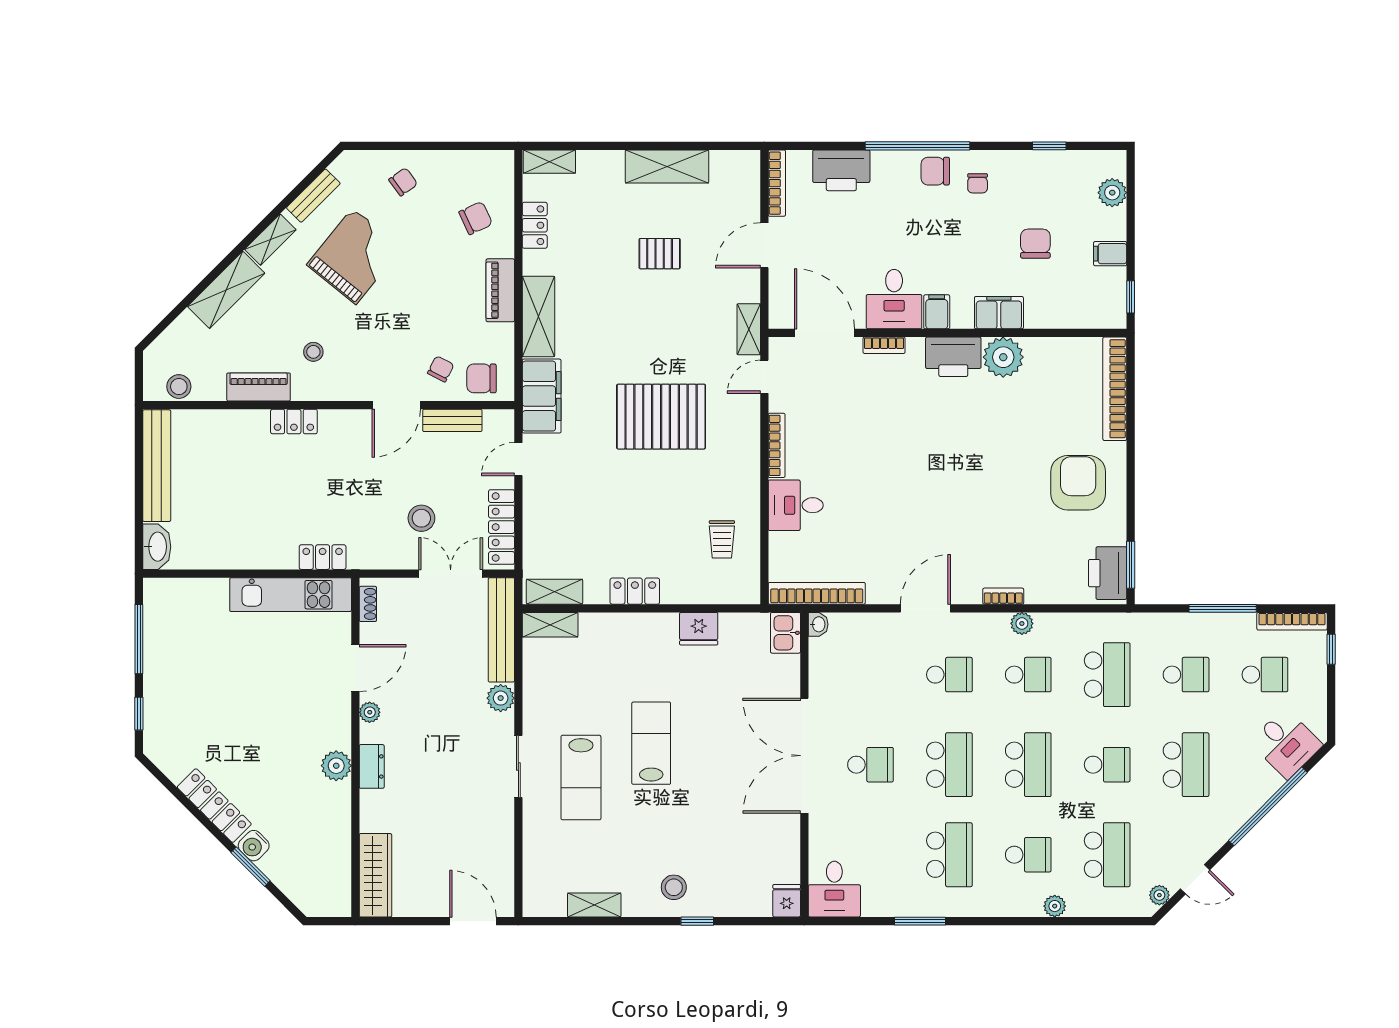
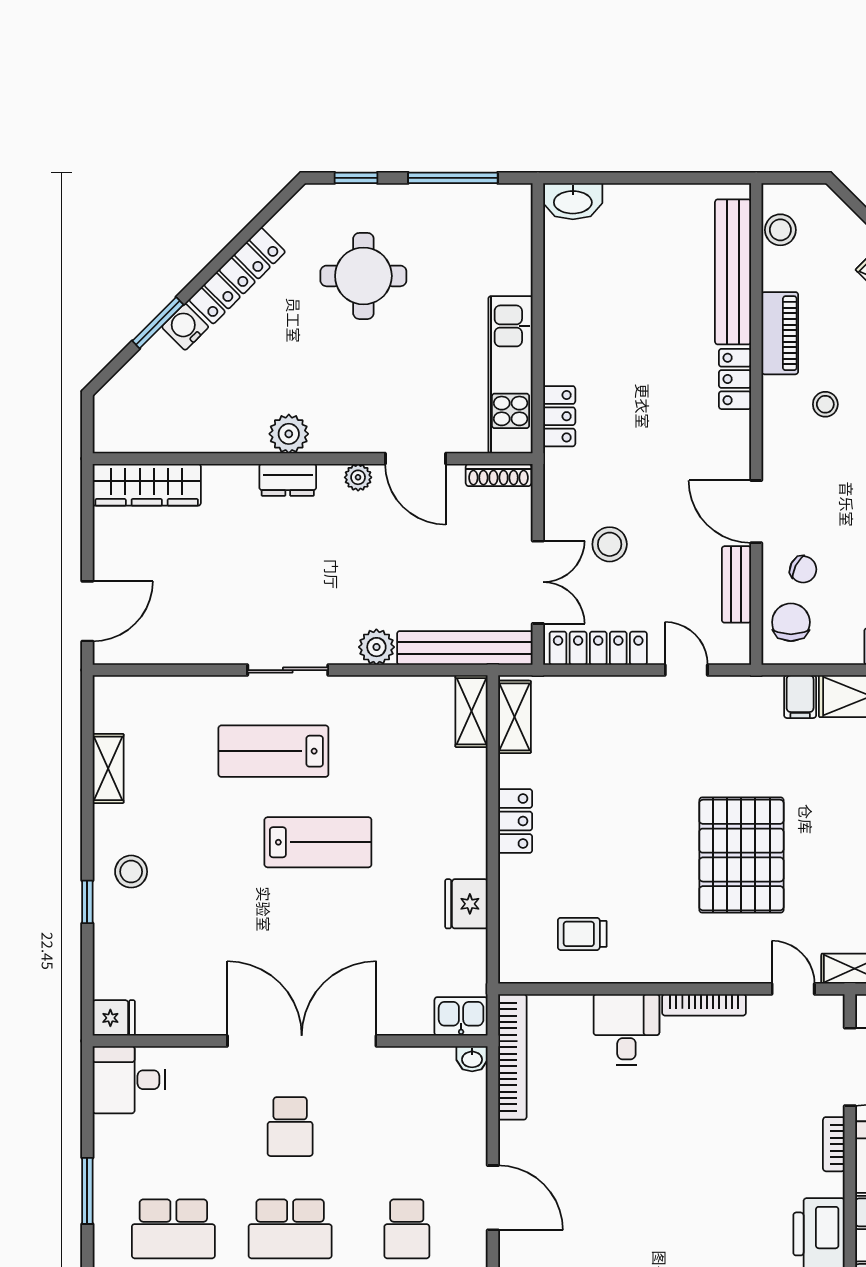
filing cabinet: (542, 396) -> (800, 697), width x0.33, depth x0.86
bench: (157, 466) -> (733, 272), moved, turned 90
shoe rack: (368, 604) -> (499, 475), width x1.43
round table: (214, 708) -> (363, 276), added

